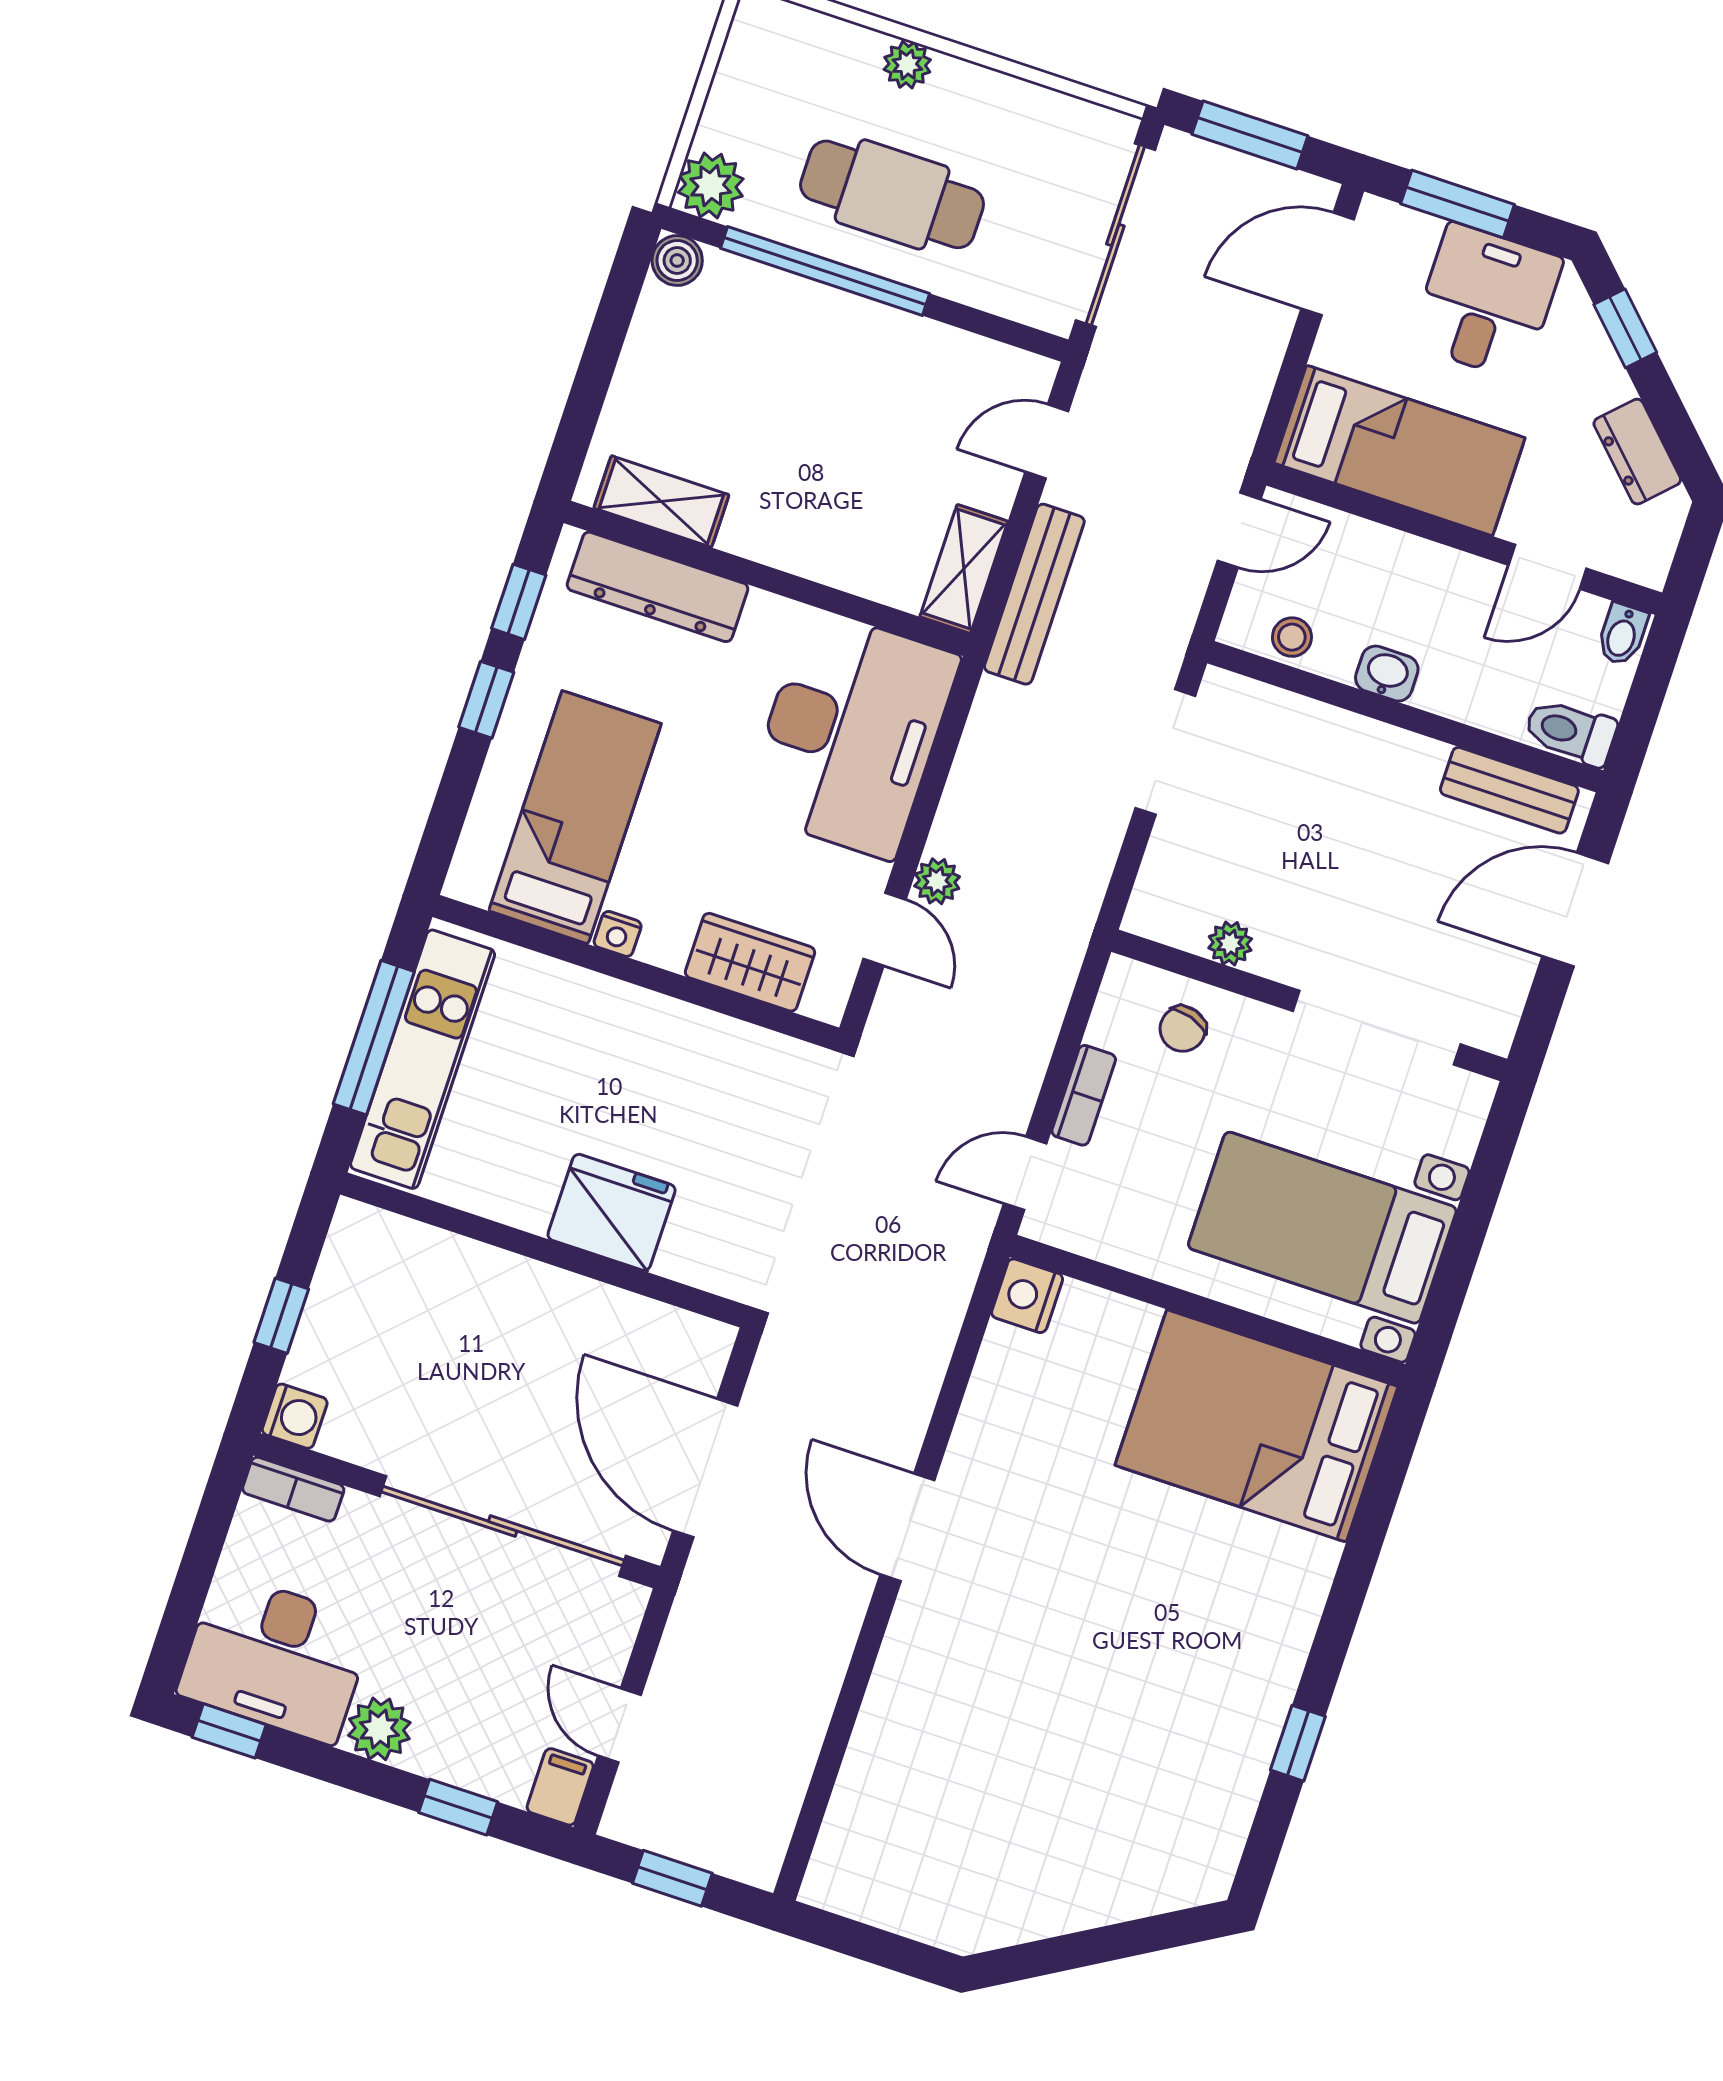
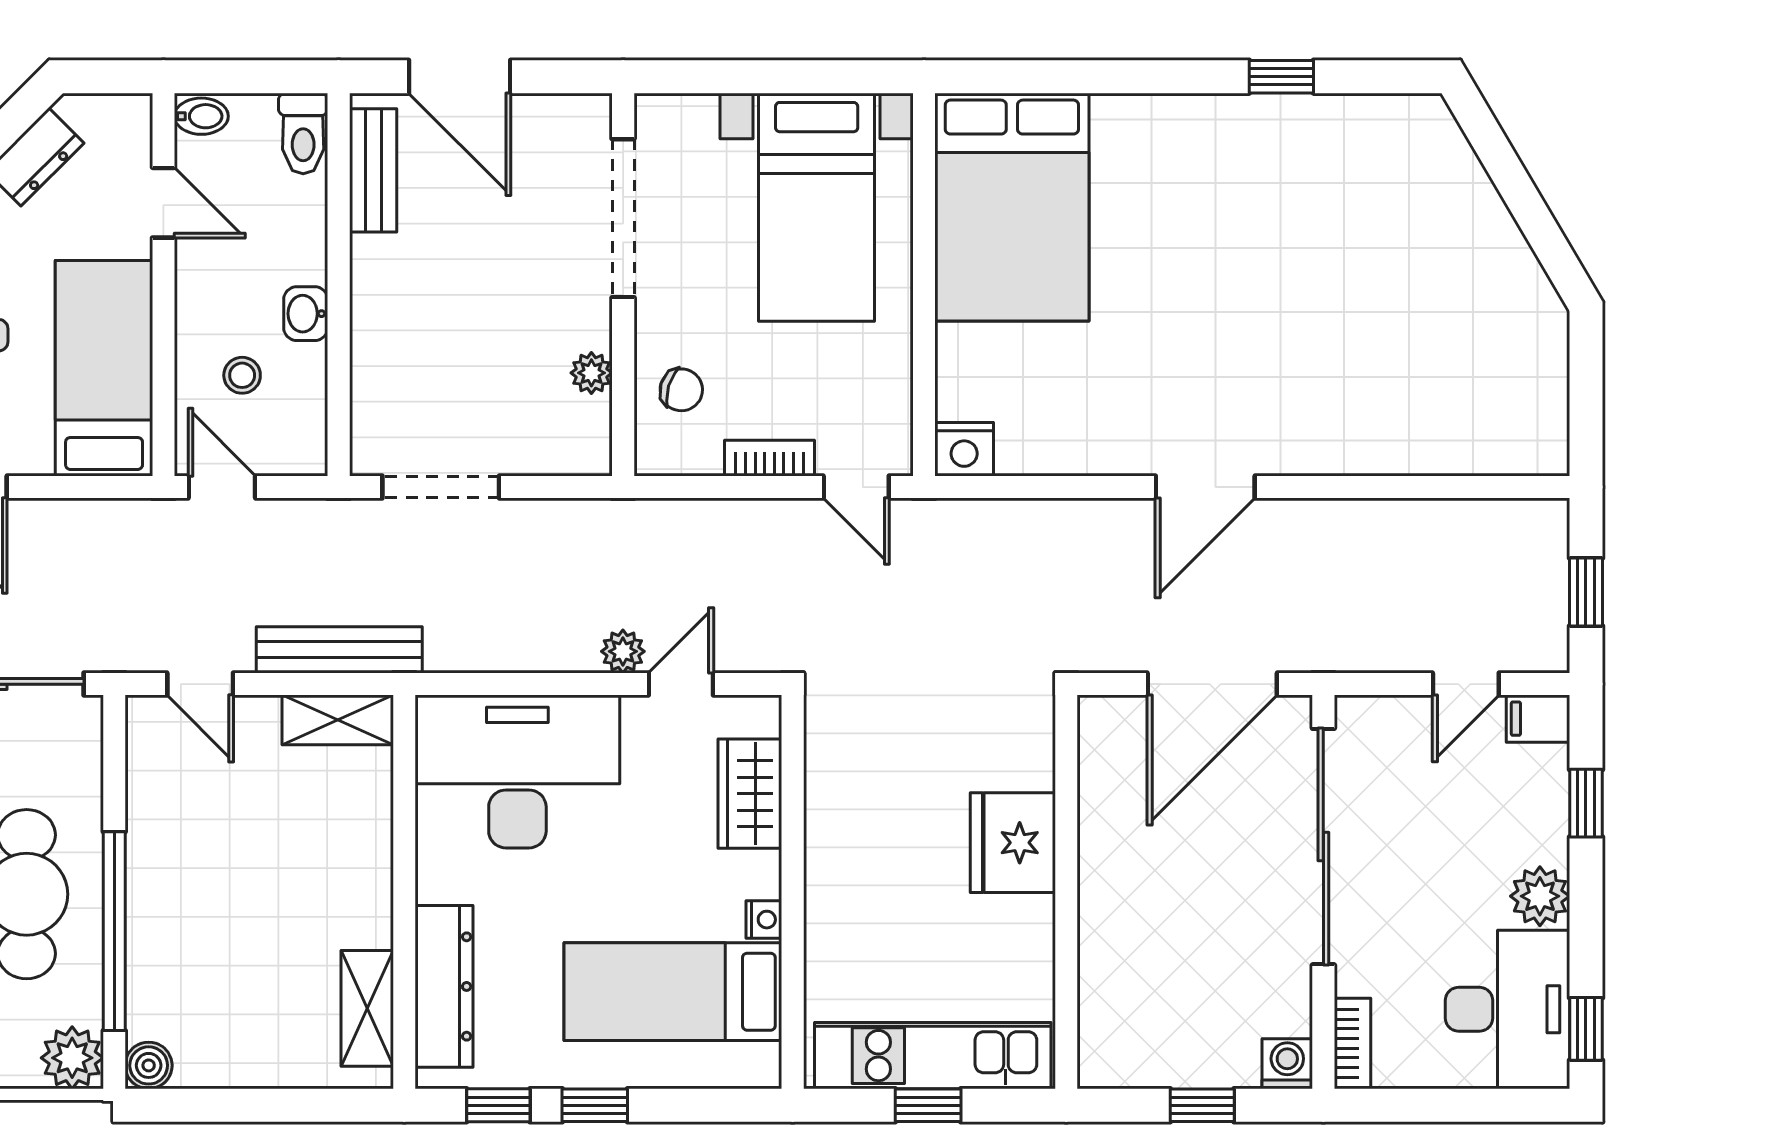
stool: (1292, 637) -> (242, 375), moved
window: (374, 1038) -> (928, 1105), width x0.46

